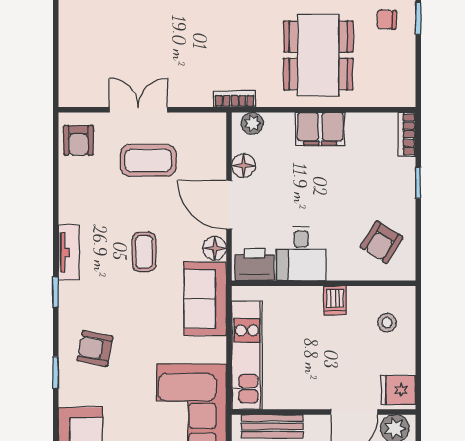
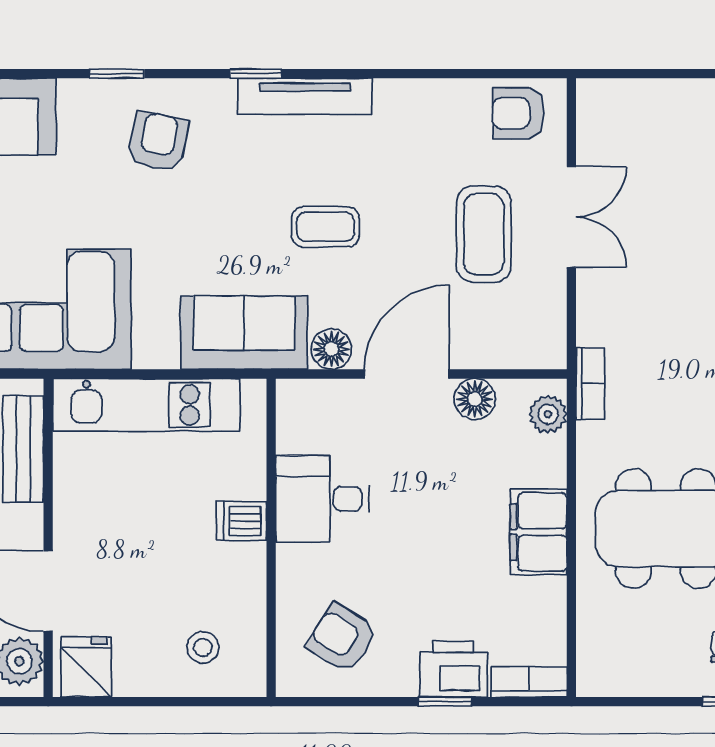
tv unit: (69, 252) -> (305, 96), width x1.41
printer: (254, 264) -> (453, 669), moved, turned -90
dishwasher: (335, 300) -> (242, 521), moved

